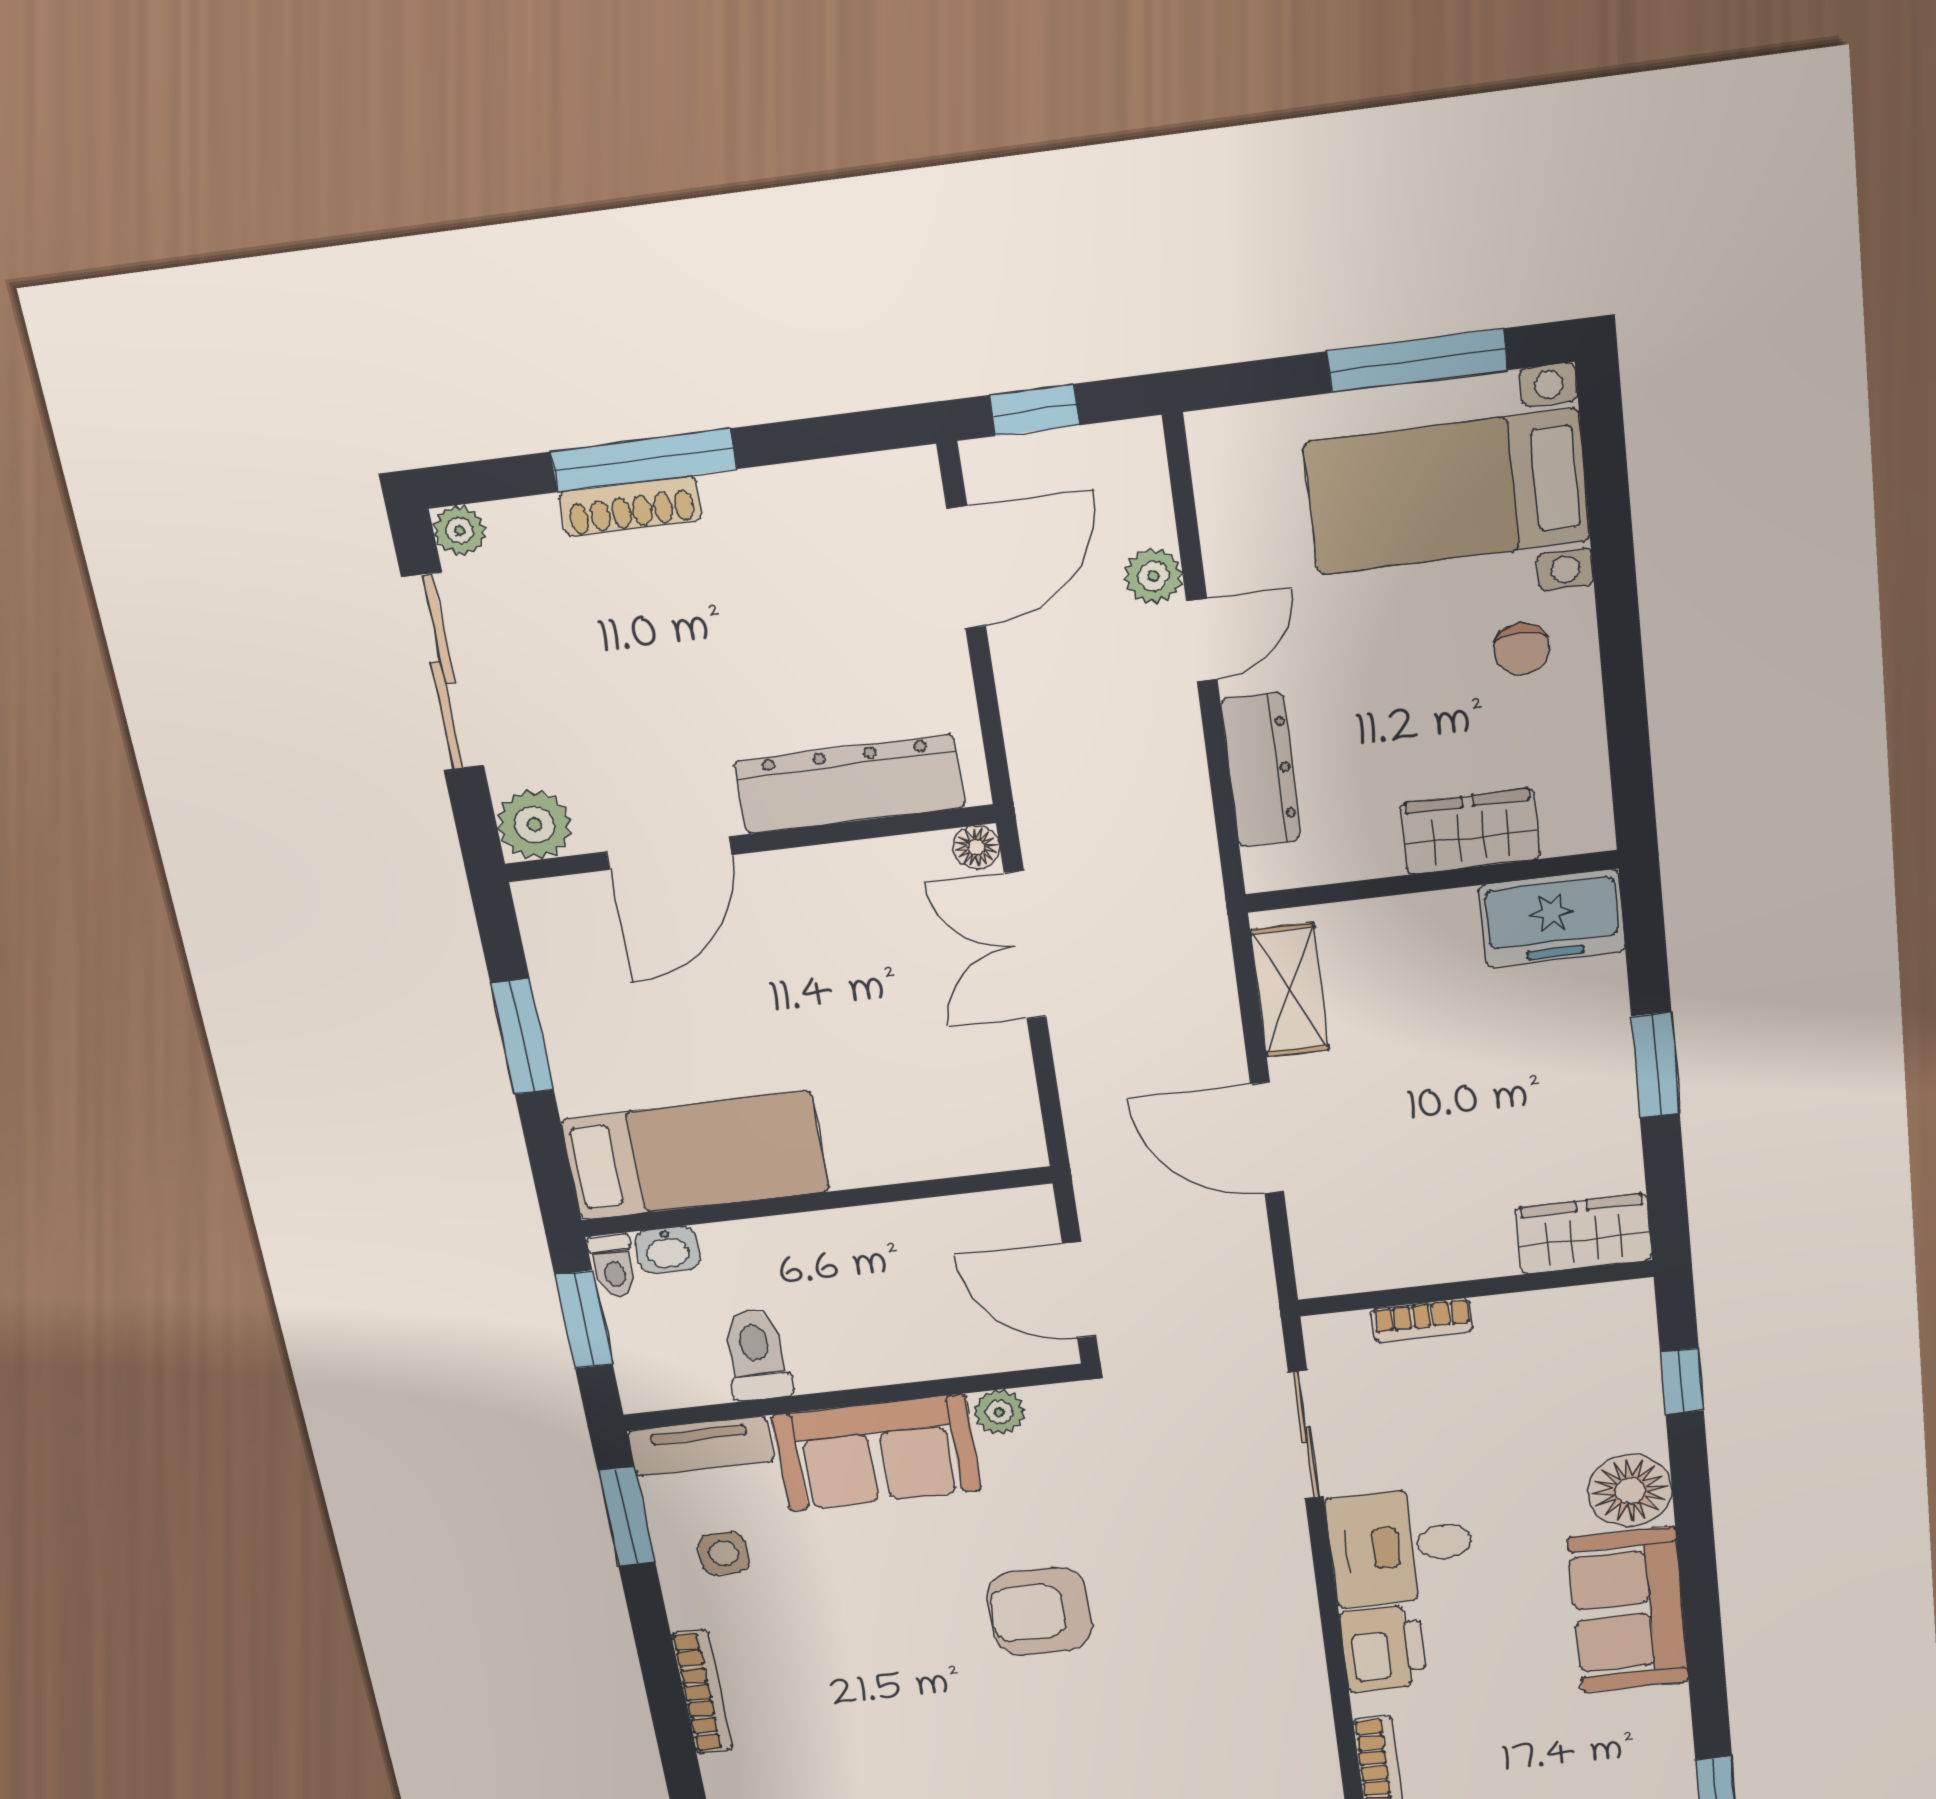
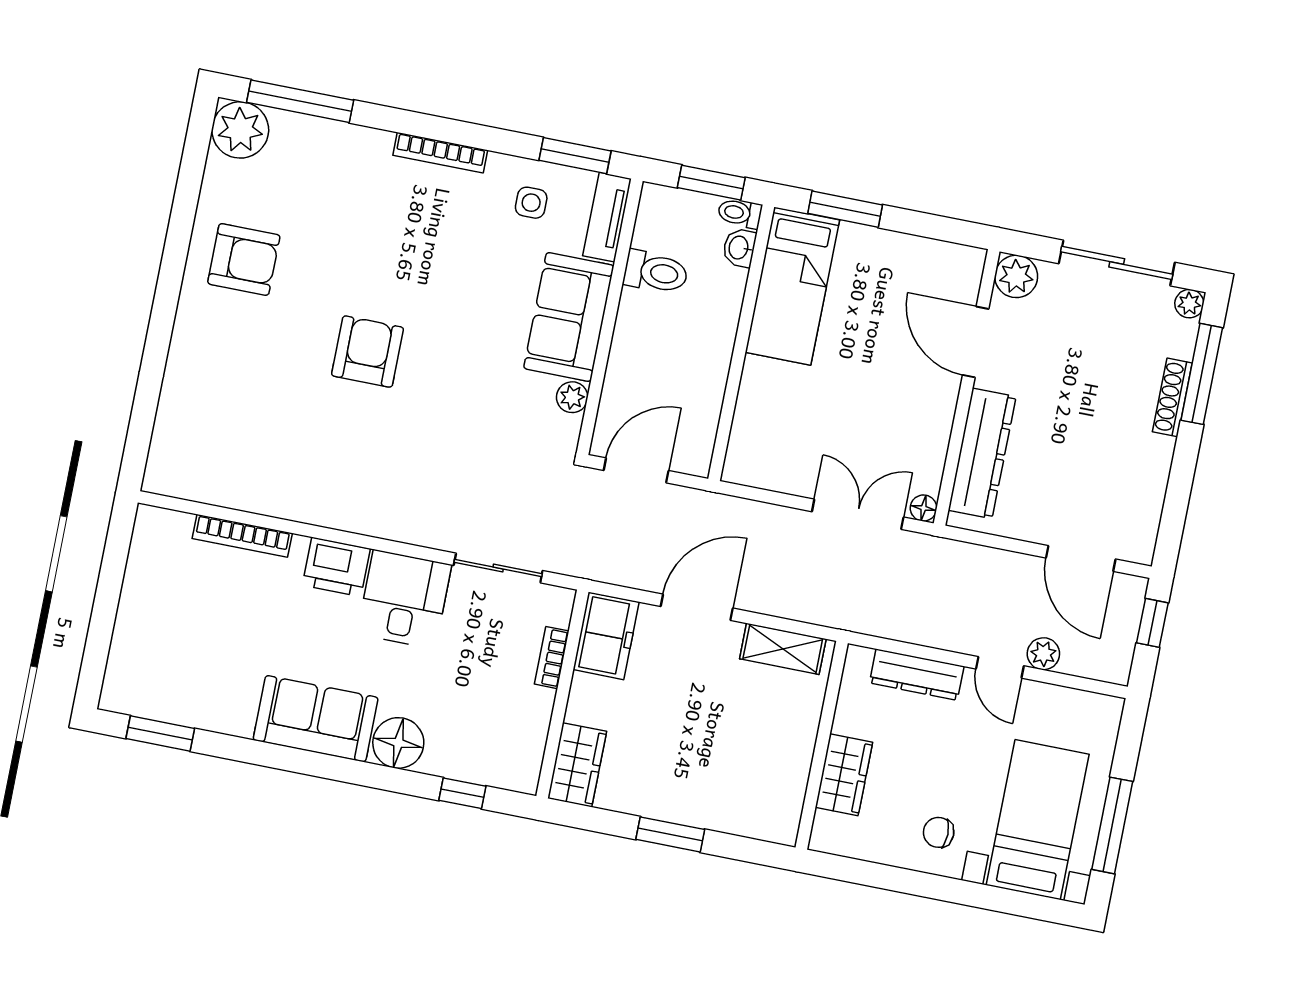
window: (644, 460) -> (1202, 374), moved
freezer: (1552, 918) -> (606, 636), moved, turned 180
window: (522, 1037) -> (845, 209), moved
armchair: (1039, 1611) -> (368, 352), moved

